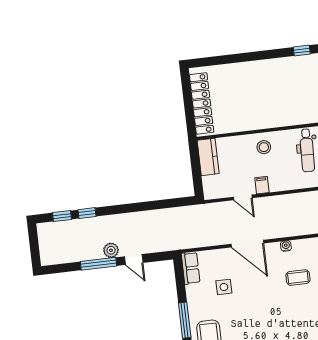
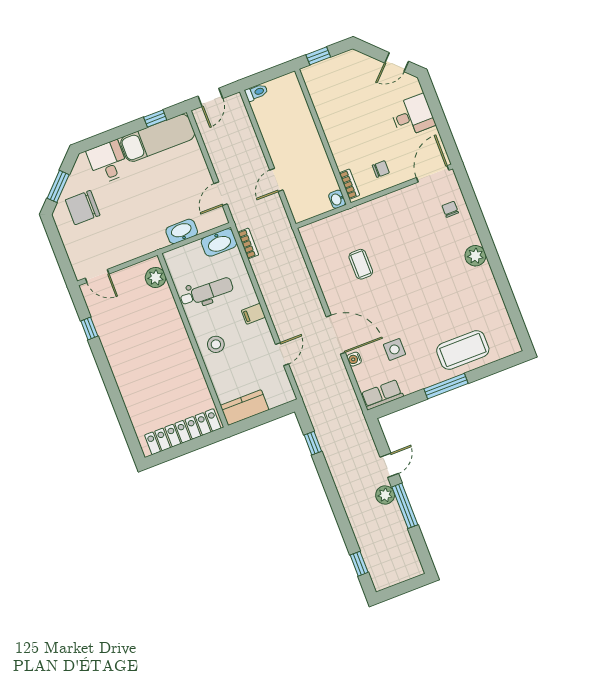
filing cabinet: (262, 185) -> (253, 314), moved
window: (87, 213) -> (313, 443), moved
door: (247, 244) -> (336, 335), hinge flipped
water cooler: (286, 246) -> (354, 359), moved

